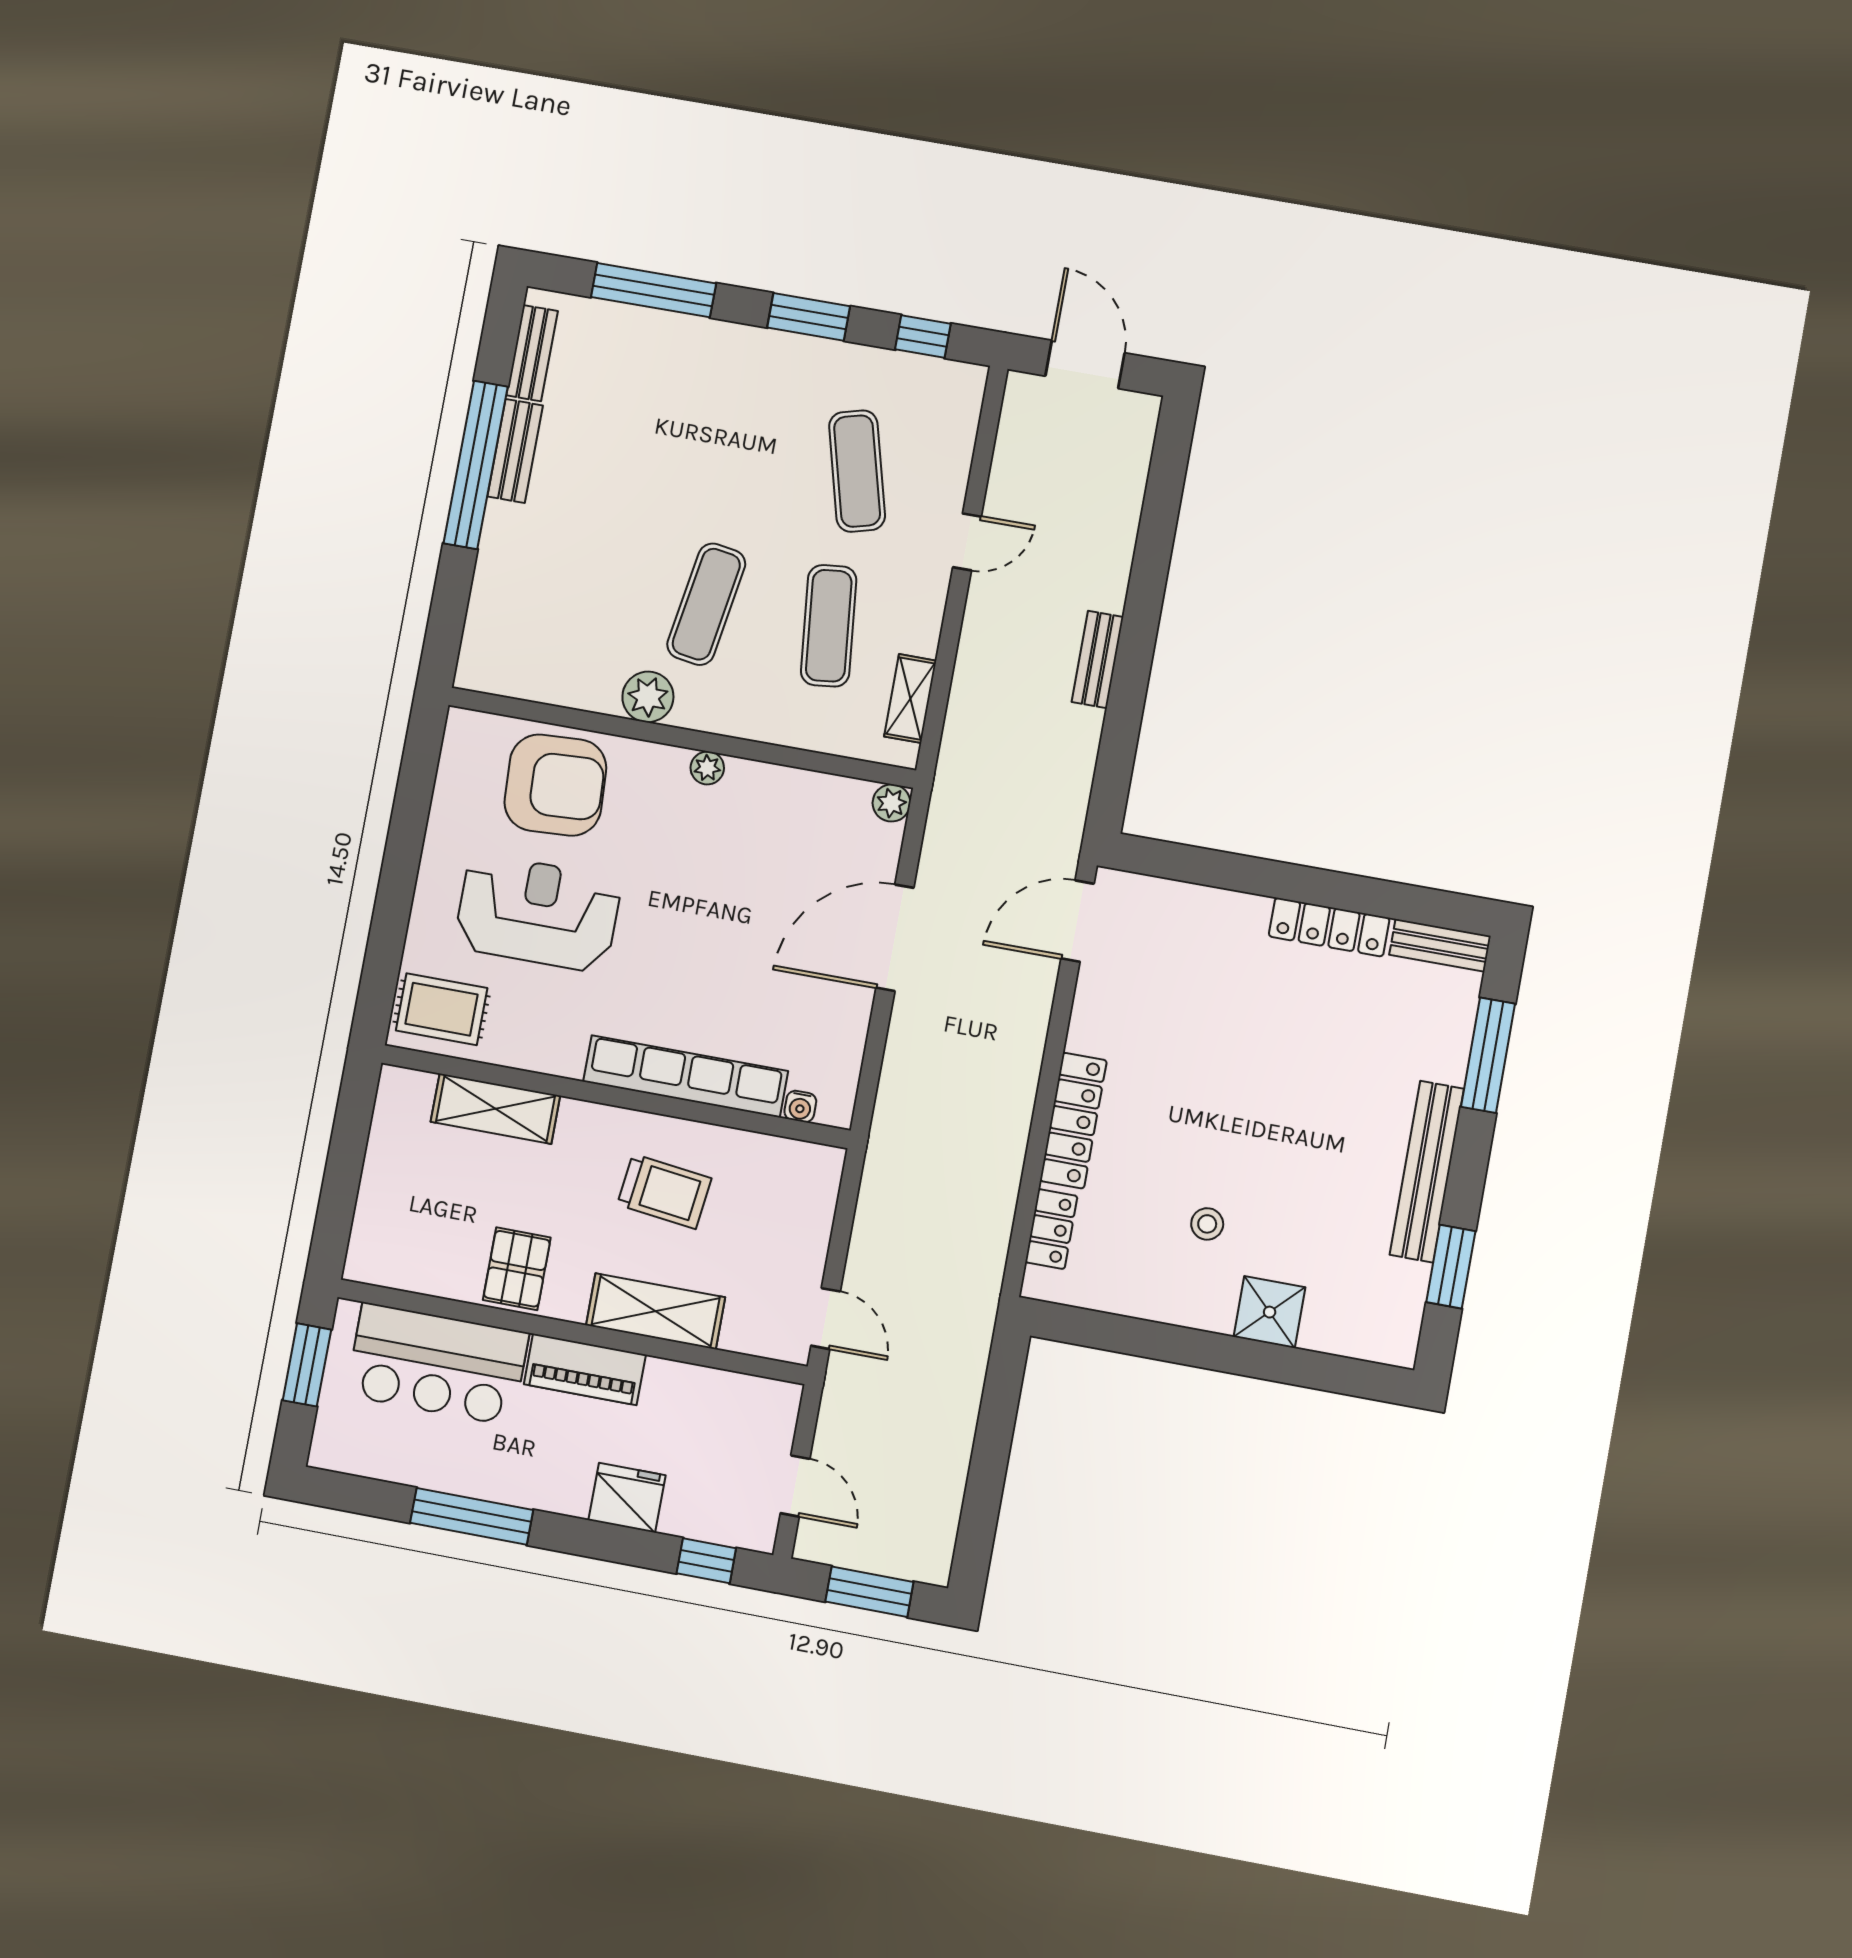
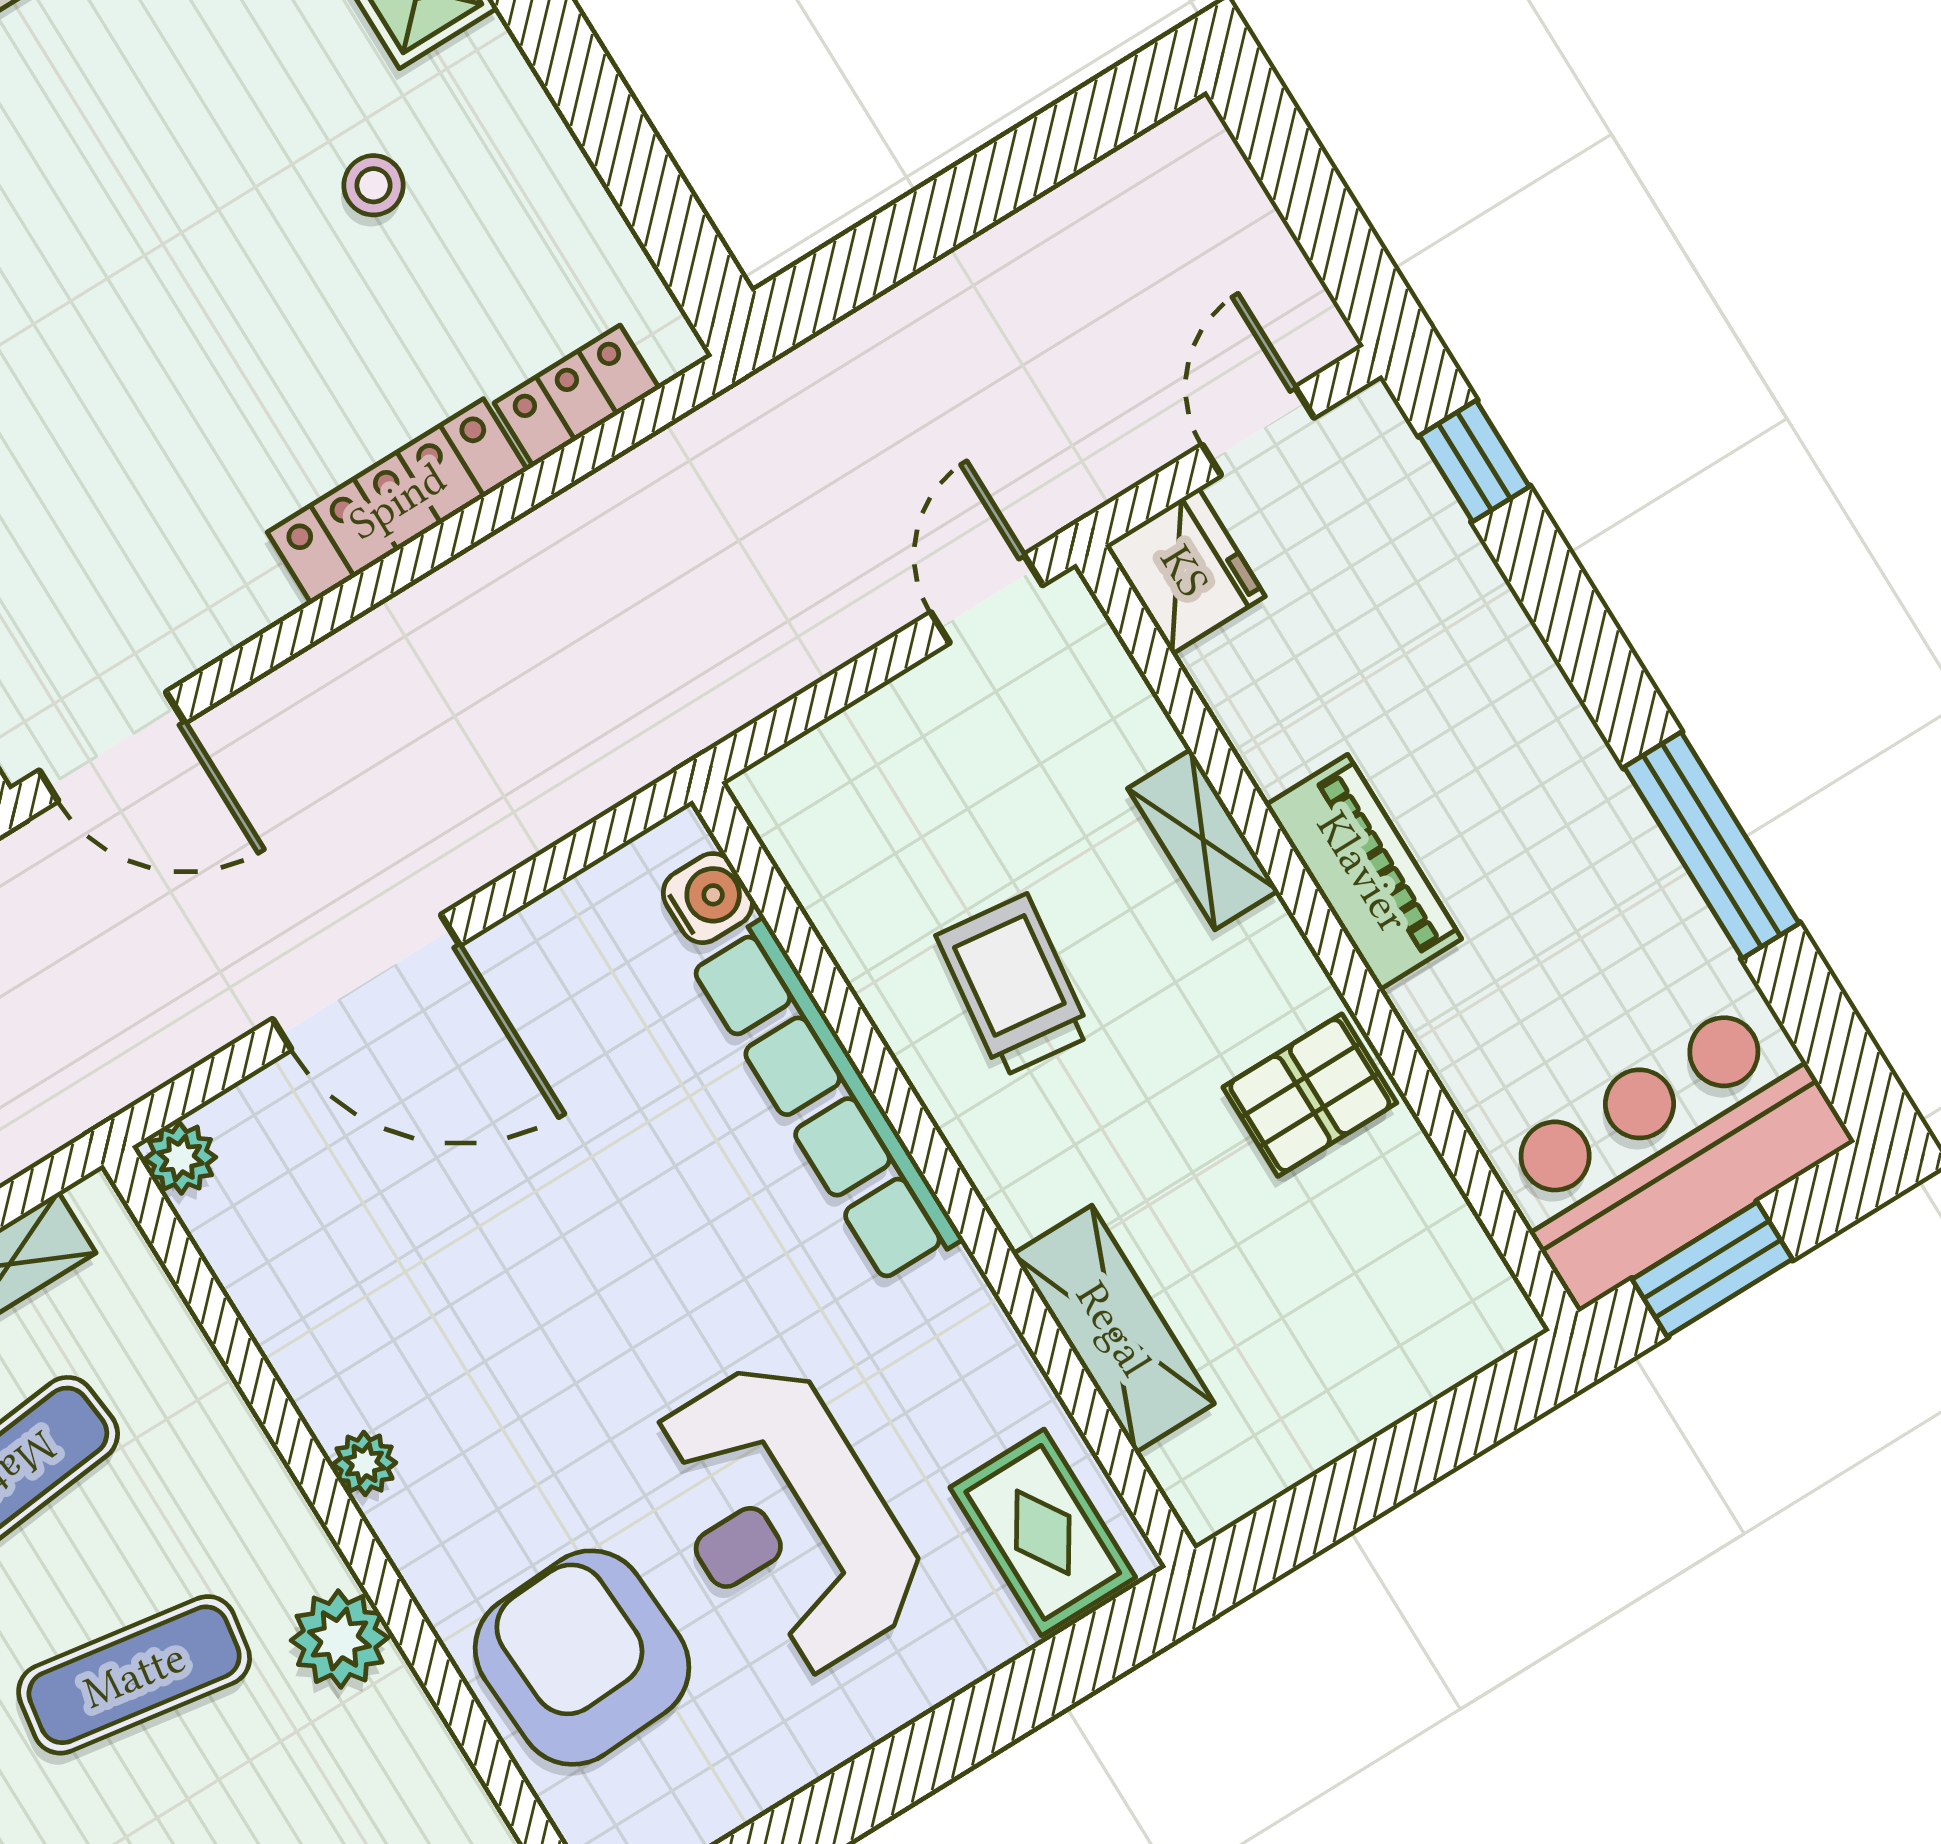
water cooler: (800, 1106) -> (708, 898), width x1.38, depth x1.38
shelving: (656, 1311) -> (1203, 839), width x0.67, depth x0.75
bar counter: (437, 1364) -> (1669, 1151), moved, turned -90
fridge: (627, 1498) -> (1185, 571), moved, turned 180
window: (869, 1592) -> (1310, 196), removed

